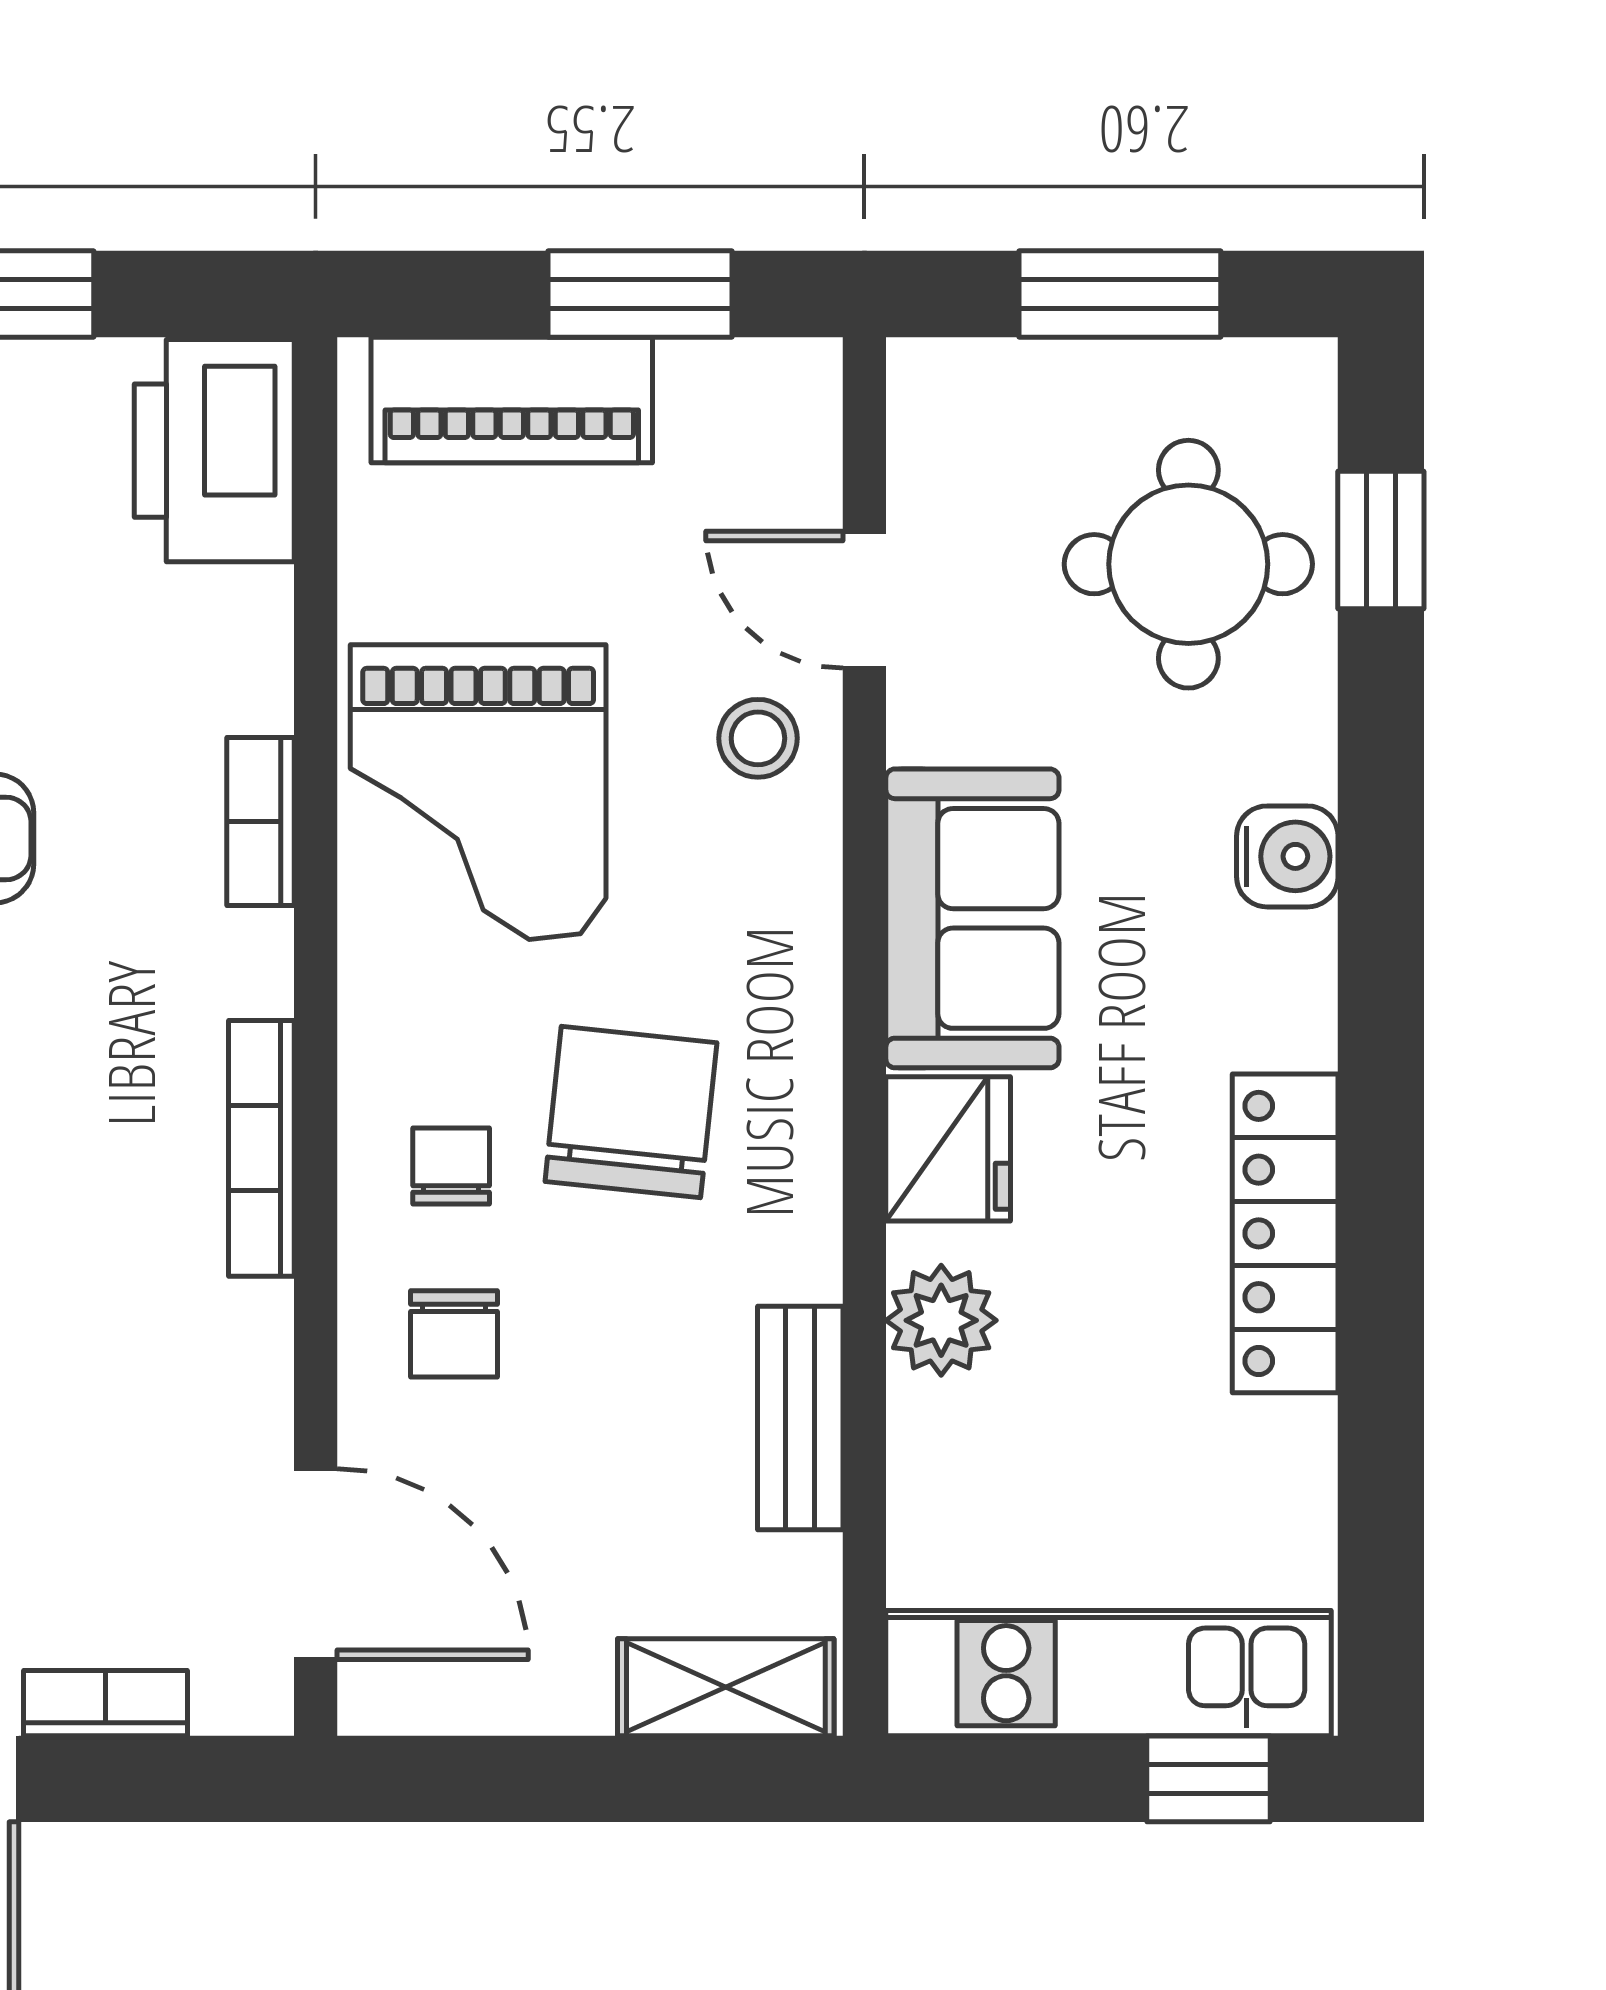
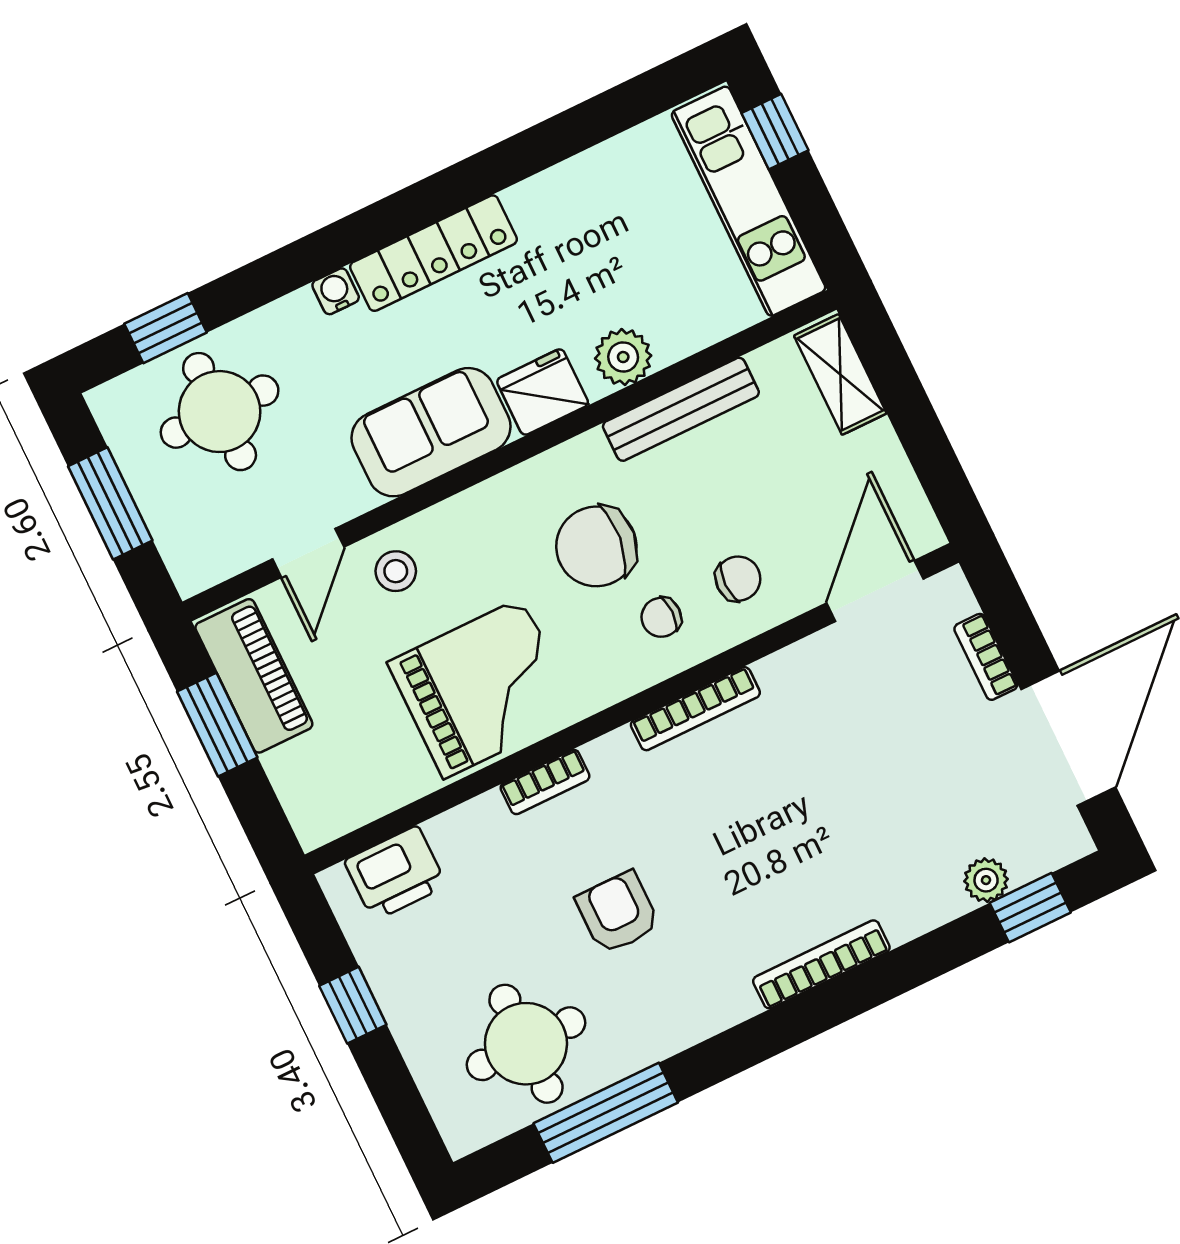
piano: (512, 400) -> (254, 676), moved
printer: (214, 451) -> (395, 873), width x0.73, depth x0.84
water cooler: (1287, 856) -> (336, 291), width x0.72, depth x0.72
locker: (1285, 1233) -> (434, 253), moved
bench: (800, 1418) -> (681, 409), width x1.36

